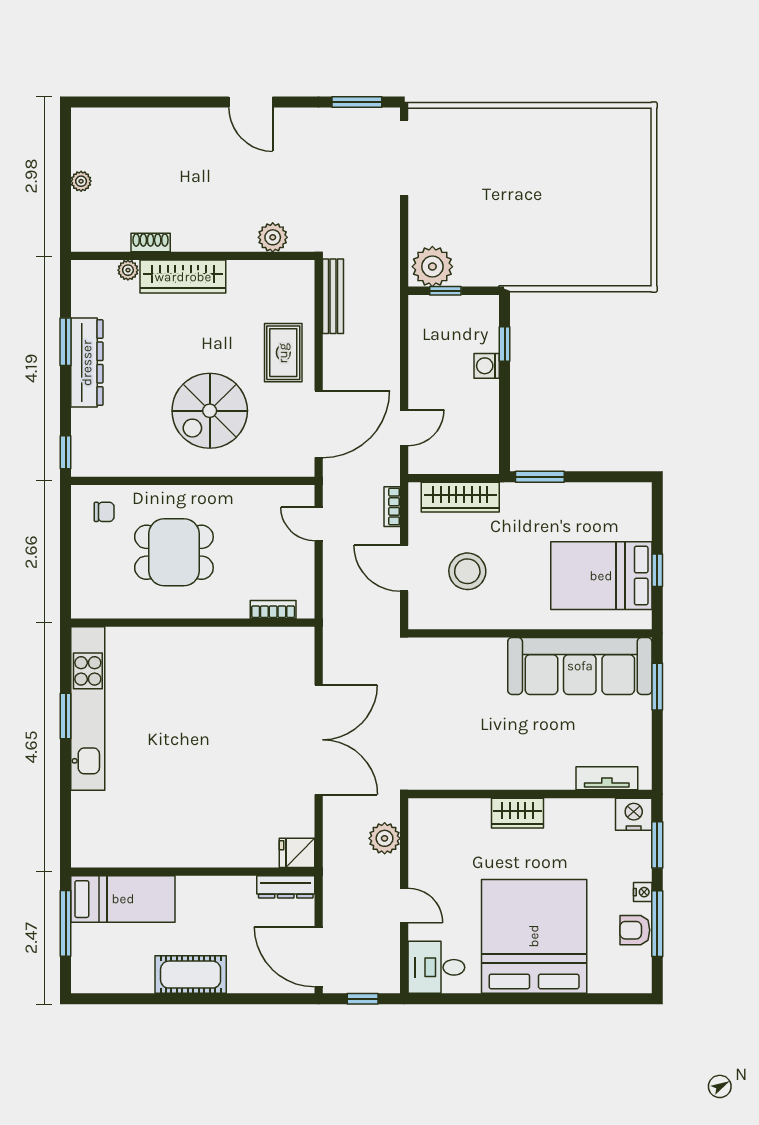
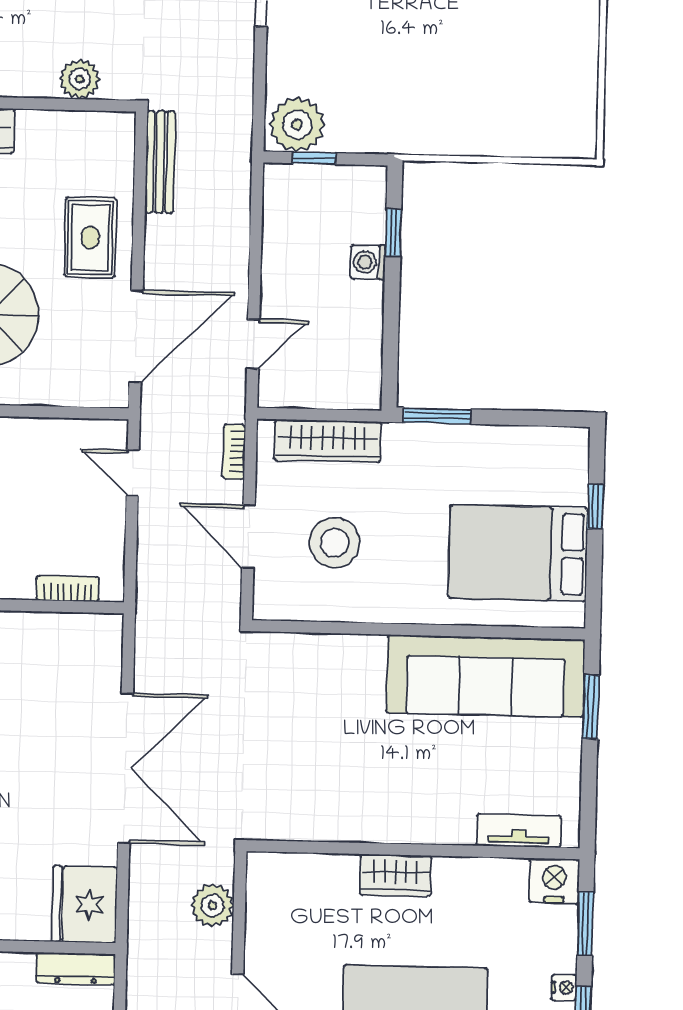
window: (657, 570) -> (596, 506), moved
fridge: (297, 853) -> (84, 904), width x1.88, depth x1.34

